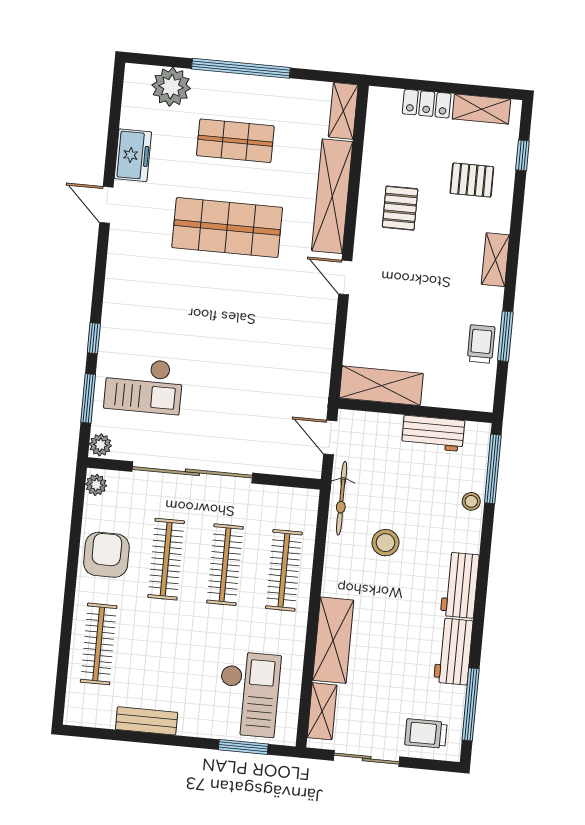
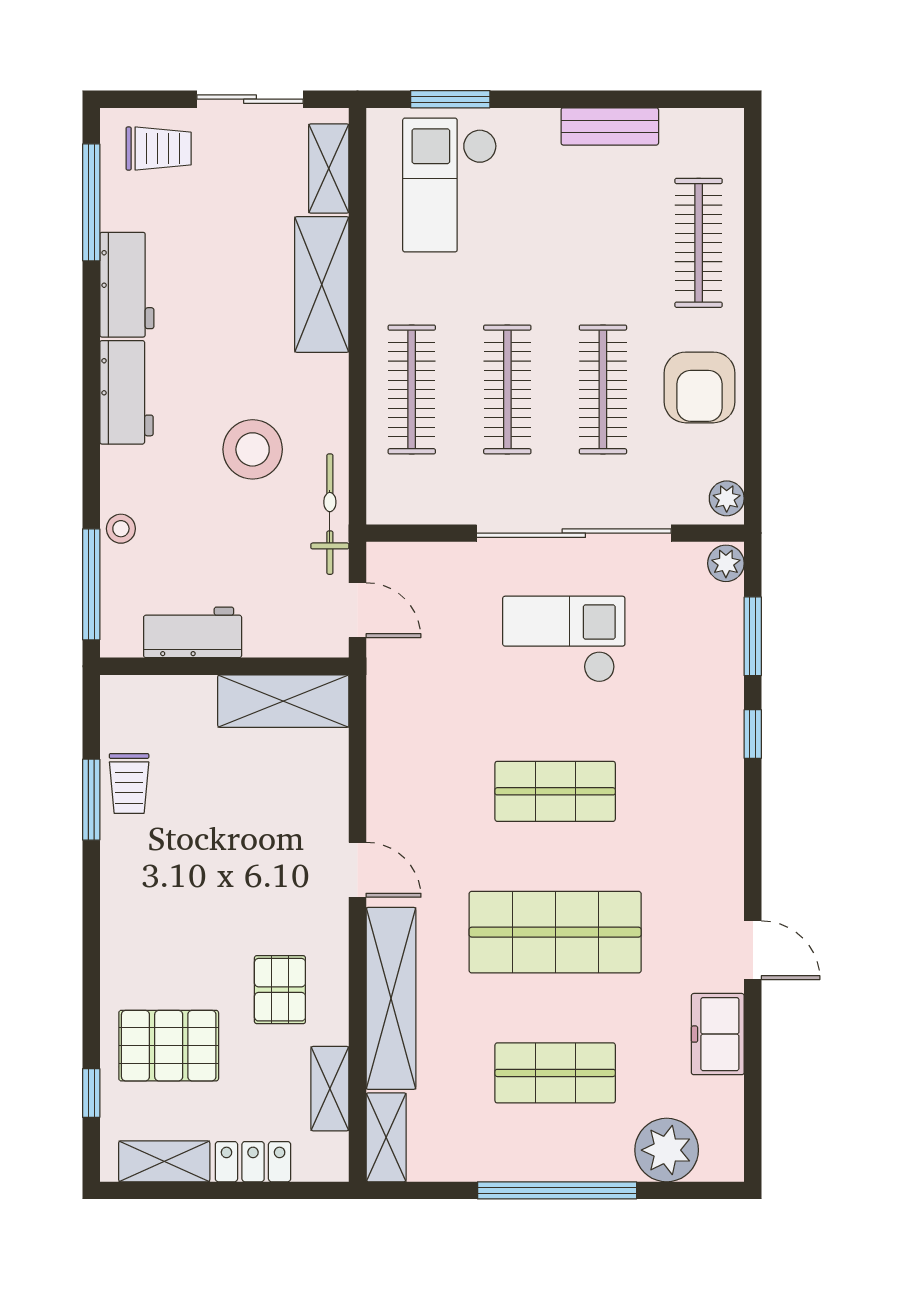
pallet: (472, 180) -> (169, 1046), width x1.50, depth x1.42
shelving: (495, 260) -> (330, 1089), moved
shop shelf: (219, 314) -> (555, 791), added
checkout: (144, 385) -> (564, 639), moved
stool: (385, 543) -> (253, 449), width x1.38, depth x1.38

